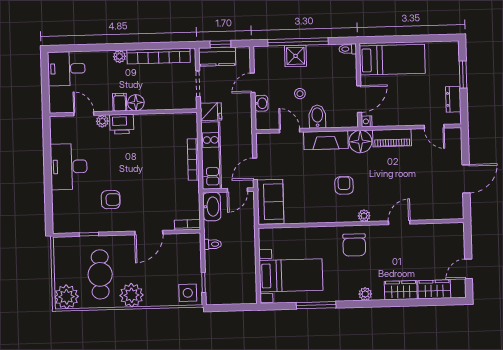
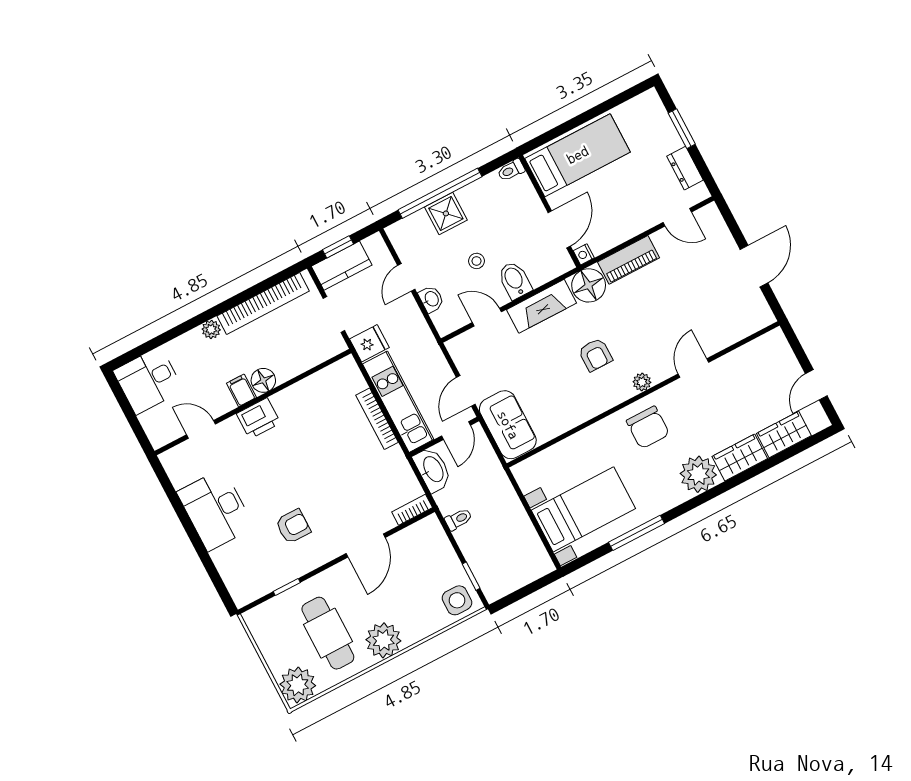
plant: (102, 121) -> (231, 427), removed
armchair: (344, 185) -> (595, 355), turned 180
plant: (365, 294) -> (698, 474), width x1.87, depth x1.87

